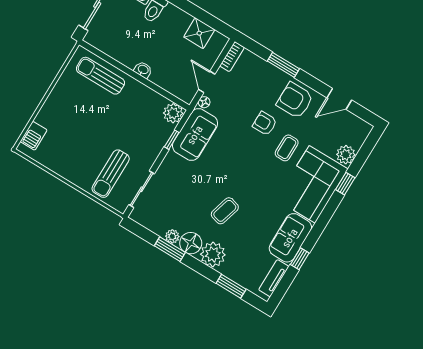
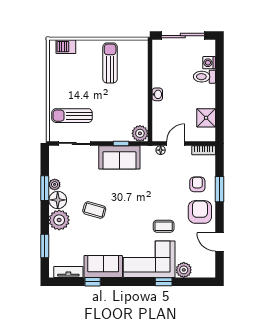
sun lounger: (100, 76) -> (110, 63), moved
armchair: (265, 123) -> (197, 184), moved
sofa: (195, 135) -> (119, 157), moved

